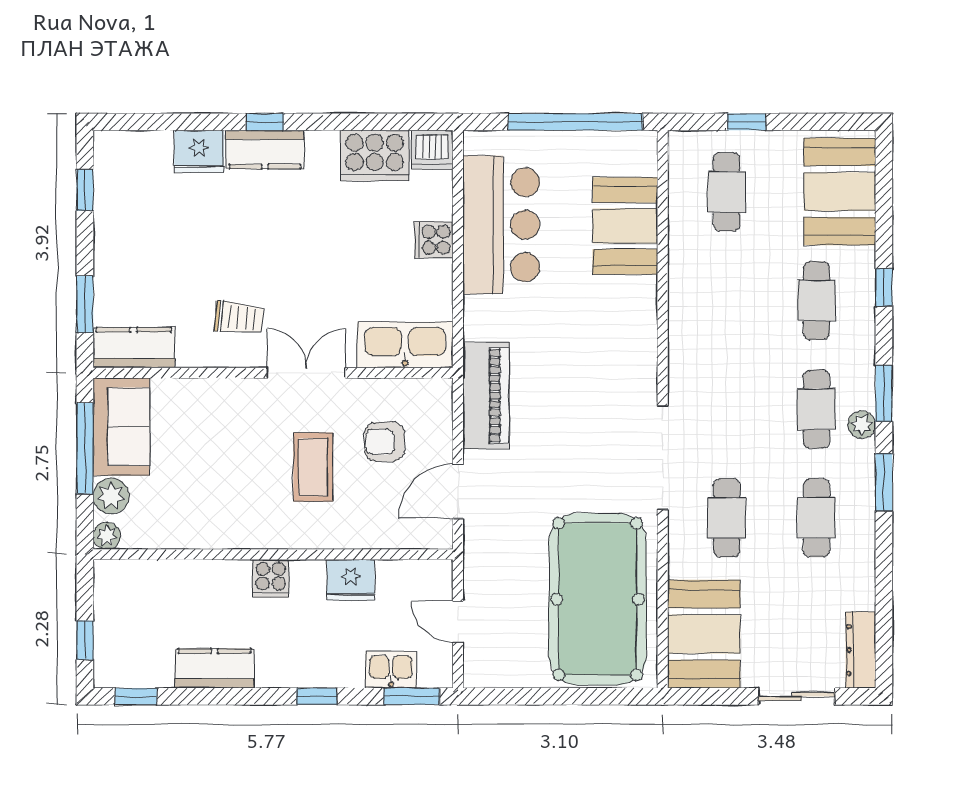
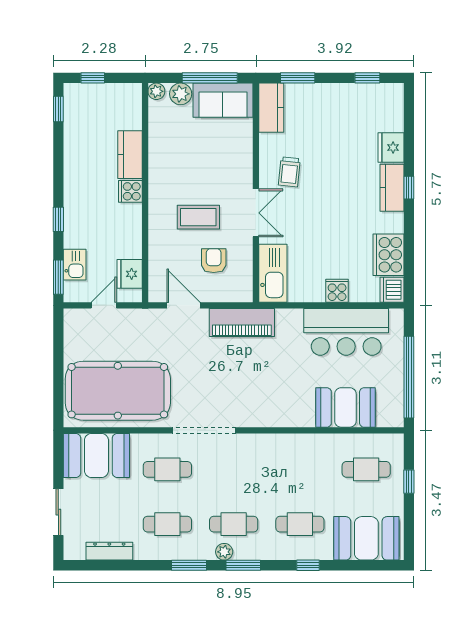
fridge: (351, 580) -> (130, 274), moved
dresser: (861, 650) -> (109, 551), moved
kitchen counter: (214, 668) -> (130, 155), moved, turned 180

